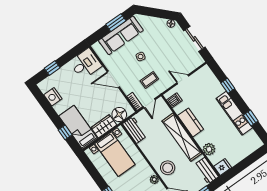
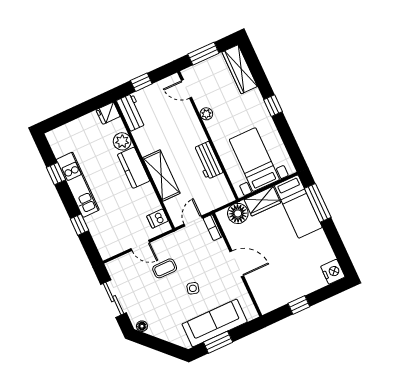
desk: (85, 64) -> (271, 293), removed
window: (52, 68) -> (299, 305), moved
coffee table: (149, 80) -> (165, 268), moved
nightstand: (53, 97) -> (333, 272), moved
kitchen counter: (191, 122) -> (134, 168), moved
workbench: (135, 130) -> (208, 160), moved
window: (65, 132) -> (318, 203), width x2.17
shelving: (182, 137) -> (161, 176), width x0.68
stool: (168, 168) -> (185, 127), removed

